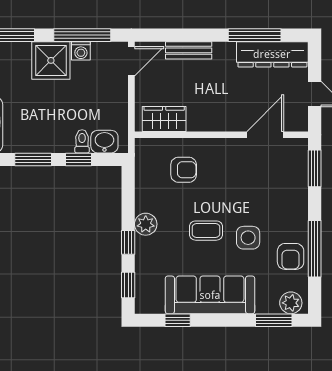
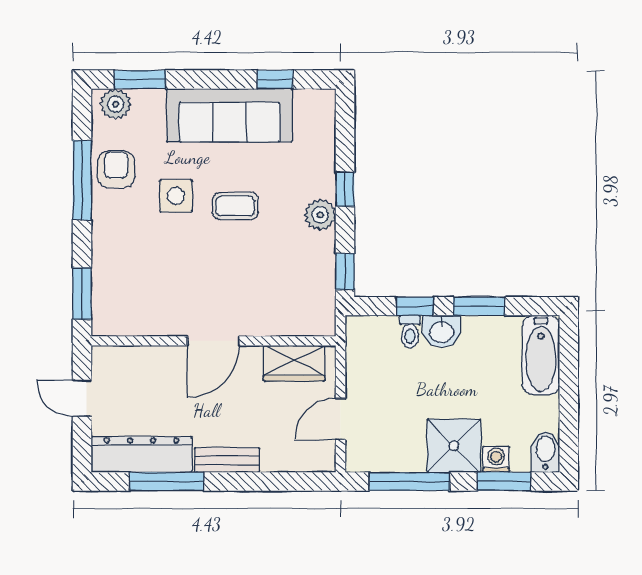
bench: (189, 50) -> (227, 460), moved
washing machine: (81, 51) -> (496, 459), moved
door: (131, 61) -> (340, 419), moved
door: (265, 135) -> (213, 341), moved
washbasin: (104, 142) -> (442, 331), moved
armchair: (184, 170) -> (267, 292), removed
window: (128, 285) -> (345, 272), moved

